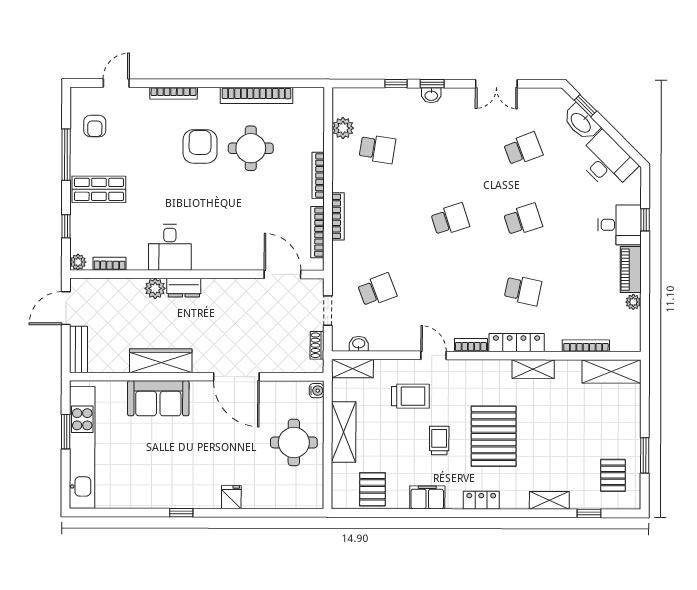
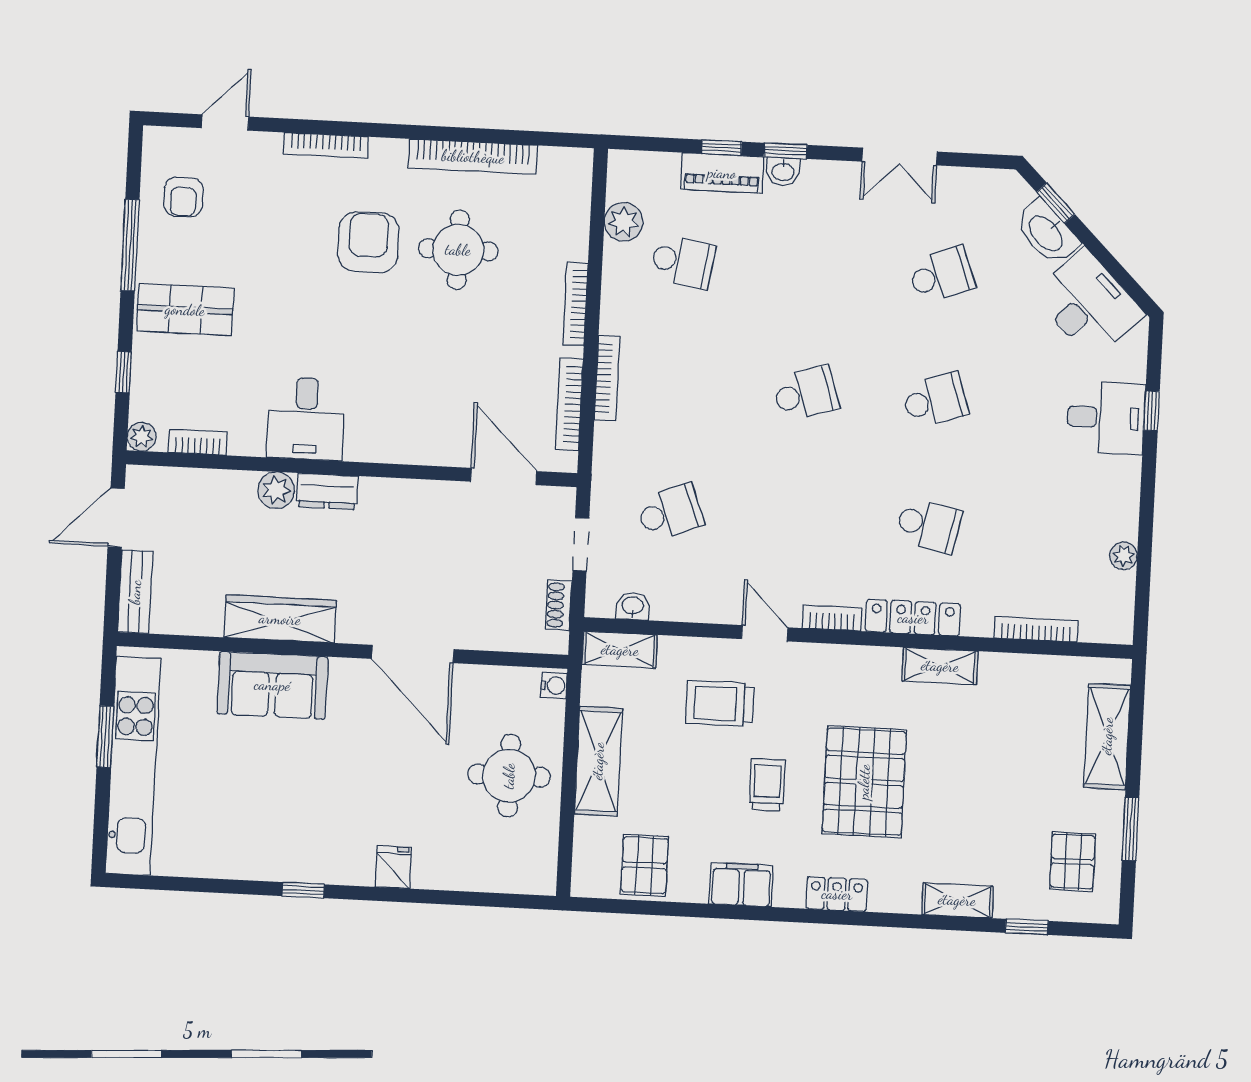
piano: (631, 270) -> (722, 173), moved, turned -90
shelving: (611, 371) -> (1107, 736), moved, turned 90
trolley: (410, 396) -> (720, 703), turned 180

